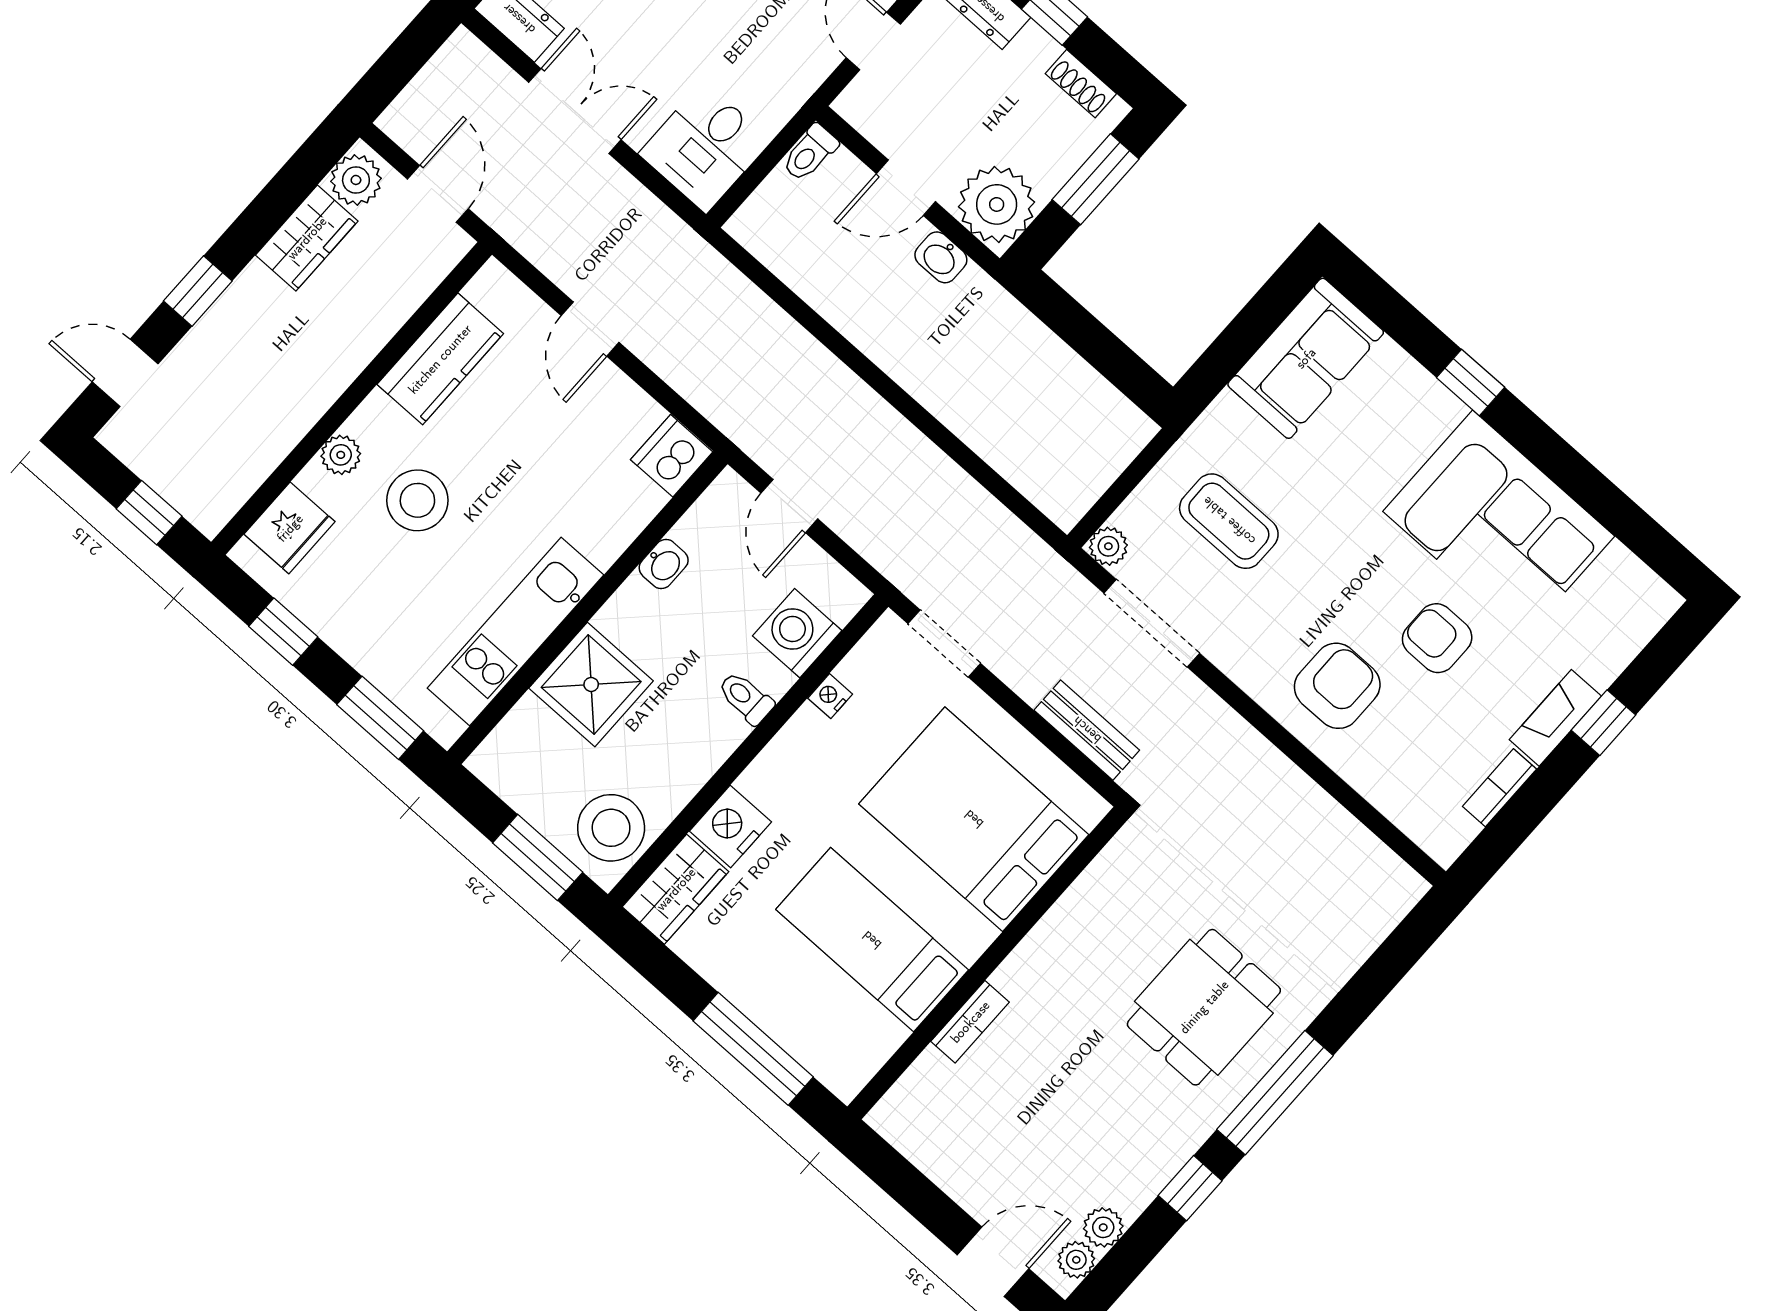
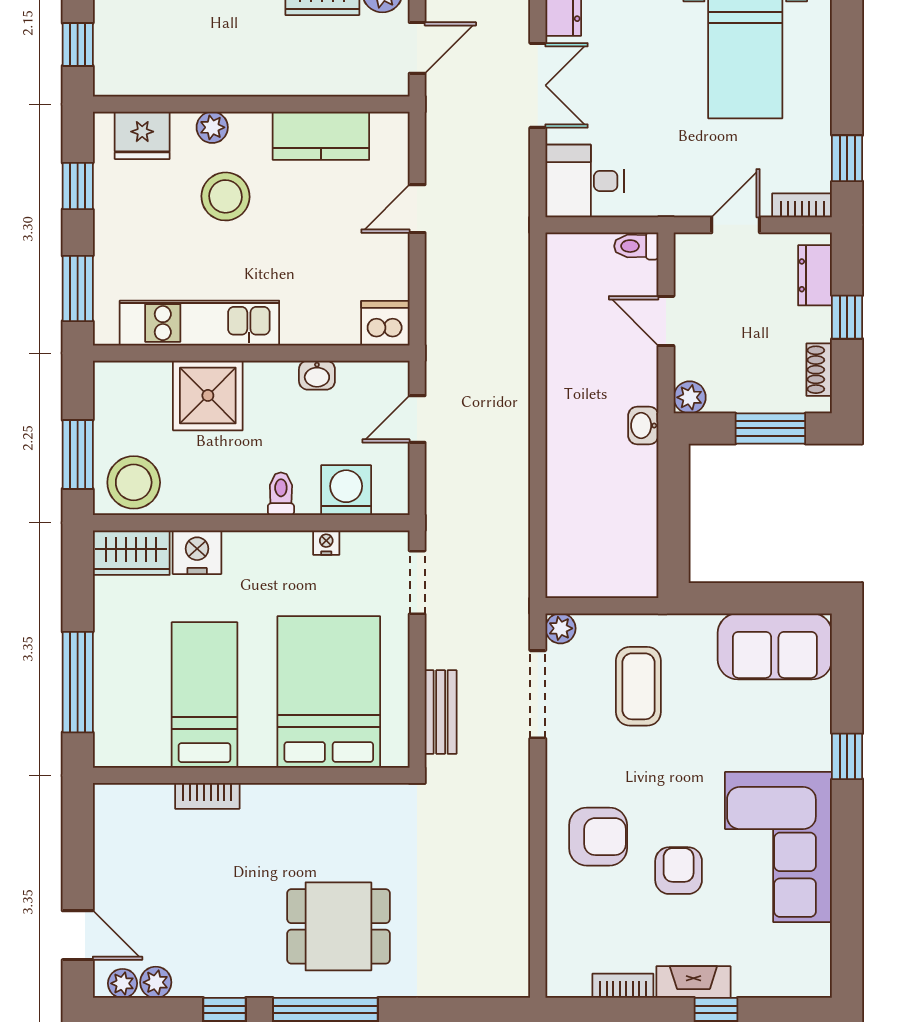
plant: (997, 204) -> (690, 397), width x0.53, depth x0.53
washbasin: (941, 257) -> (643, 426), moved

